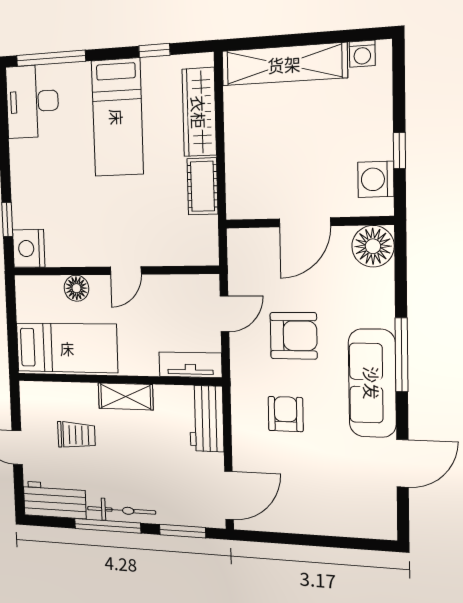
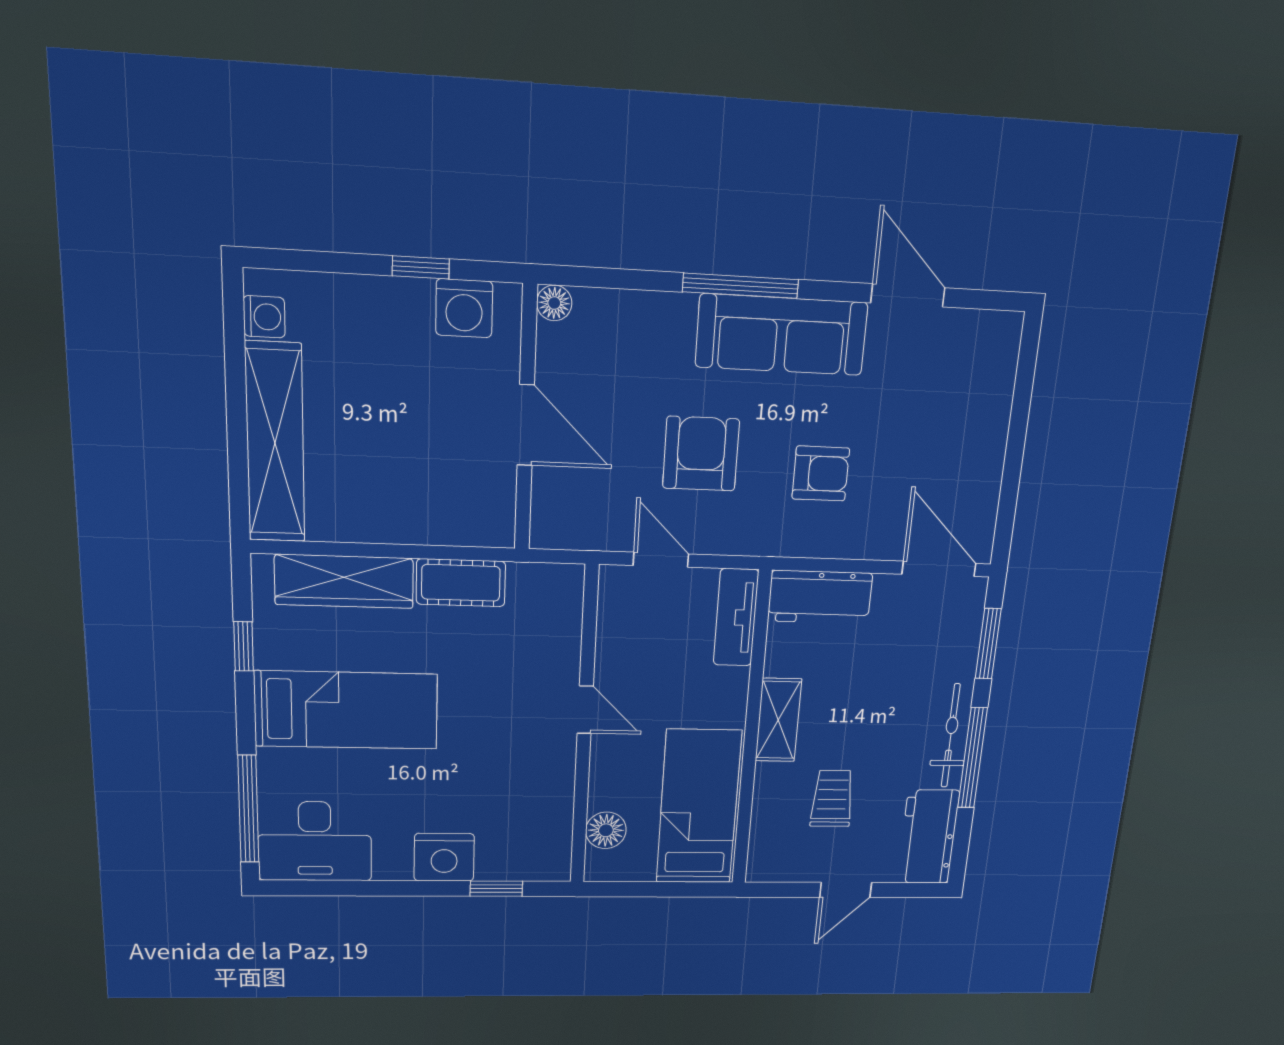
floor lamp: (373, 246) -> (554, 303), width x0.53, depth x0.53
nightstand: (29, 248) -> (444, 857), moved
floor lamp: (76, 288) -> (606, 830), moved
armchair: (286, 414) -> (821, 474), turned 180

